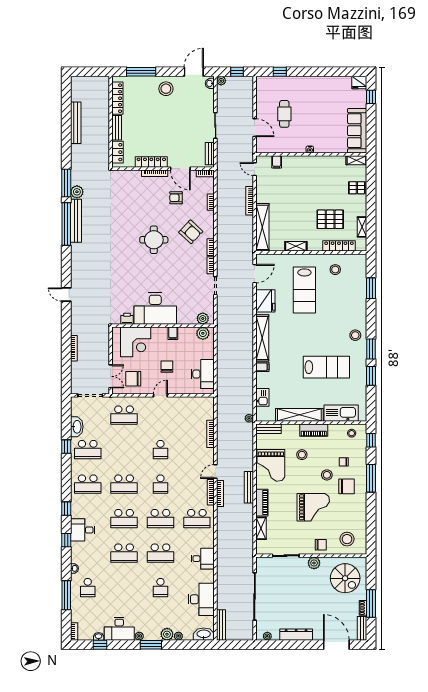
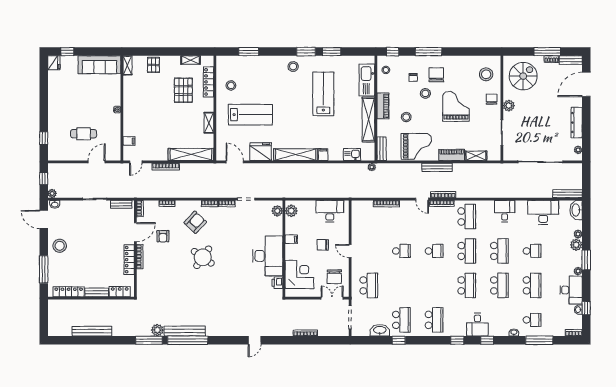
round table: (154, 240) -> (203, 257), turned 35
school desk: (124, 484) -> (532, 285), moved

